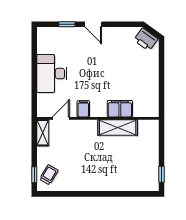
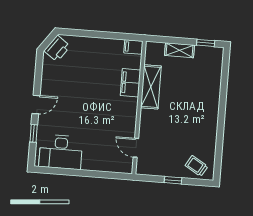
desk: (52, 73) -> (61, 152), moved
filing cabinet: (83, 109) -> (133, 47), moved
shelving: (43, 133) -> (179, 50), moved
window: (34, 175) -> (173, 180), moved

